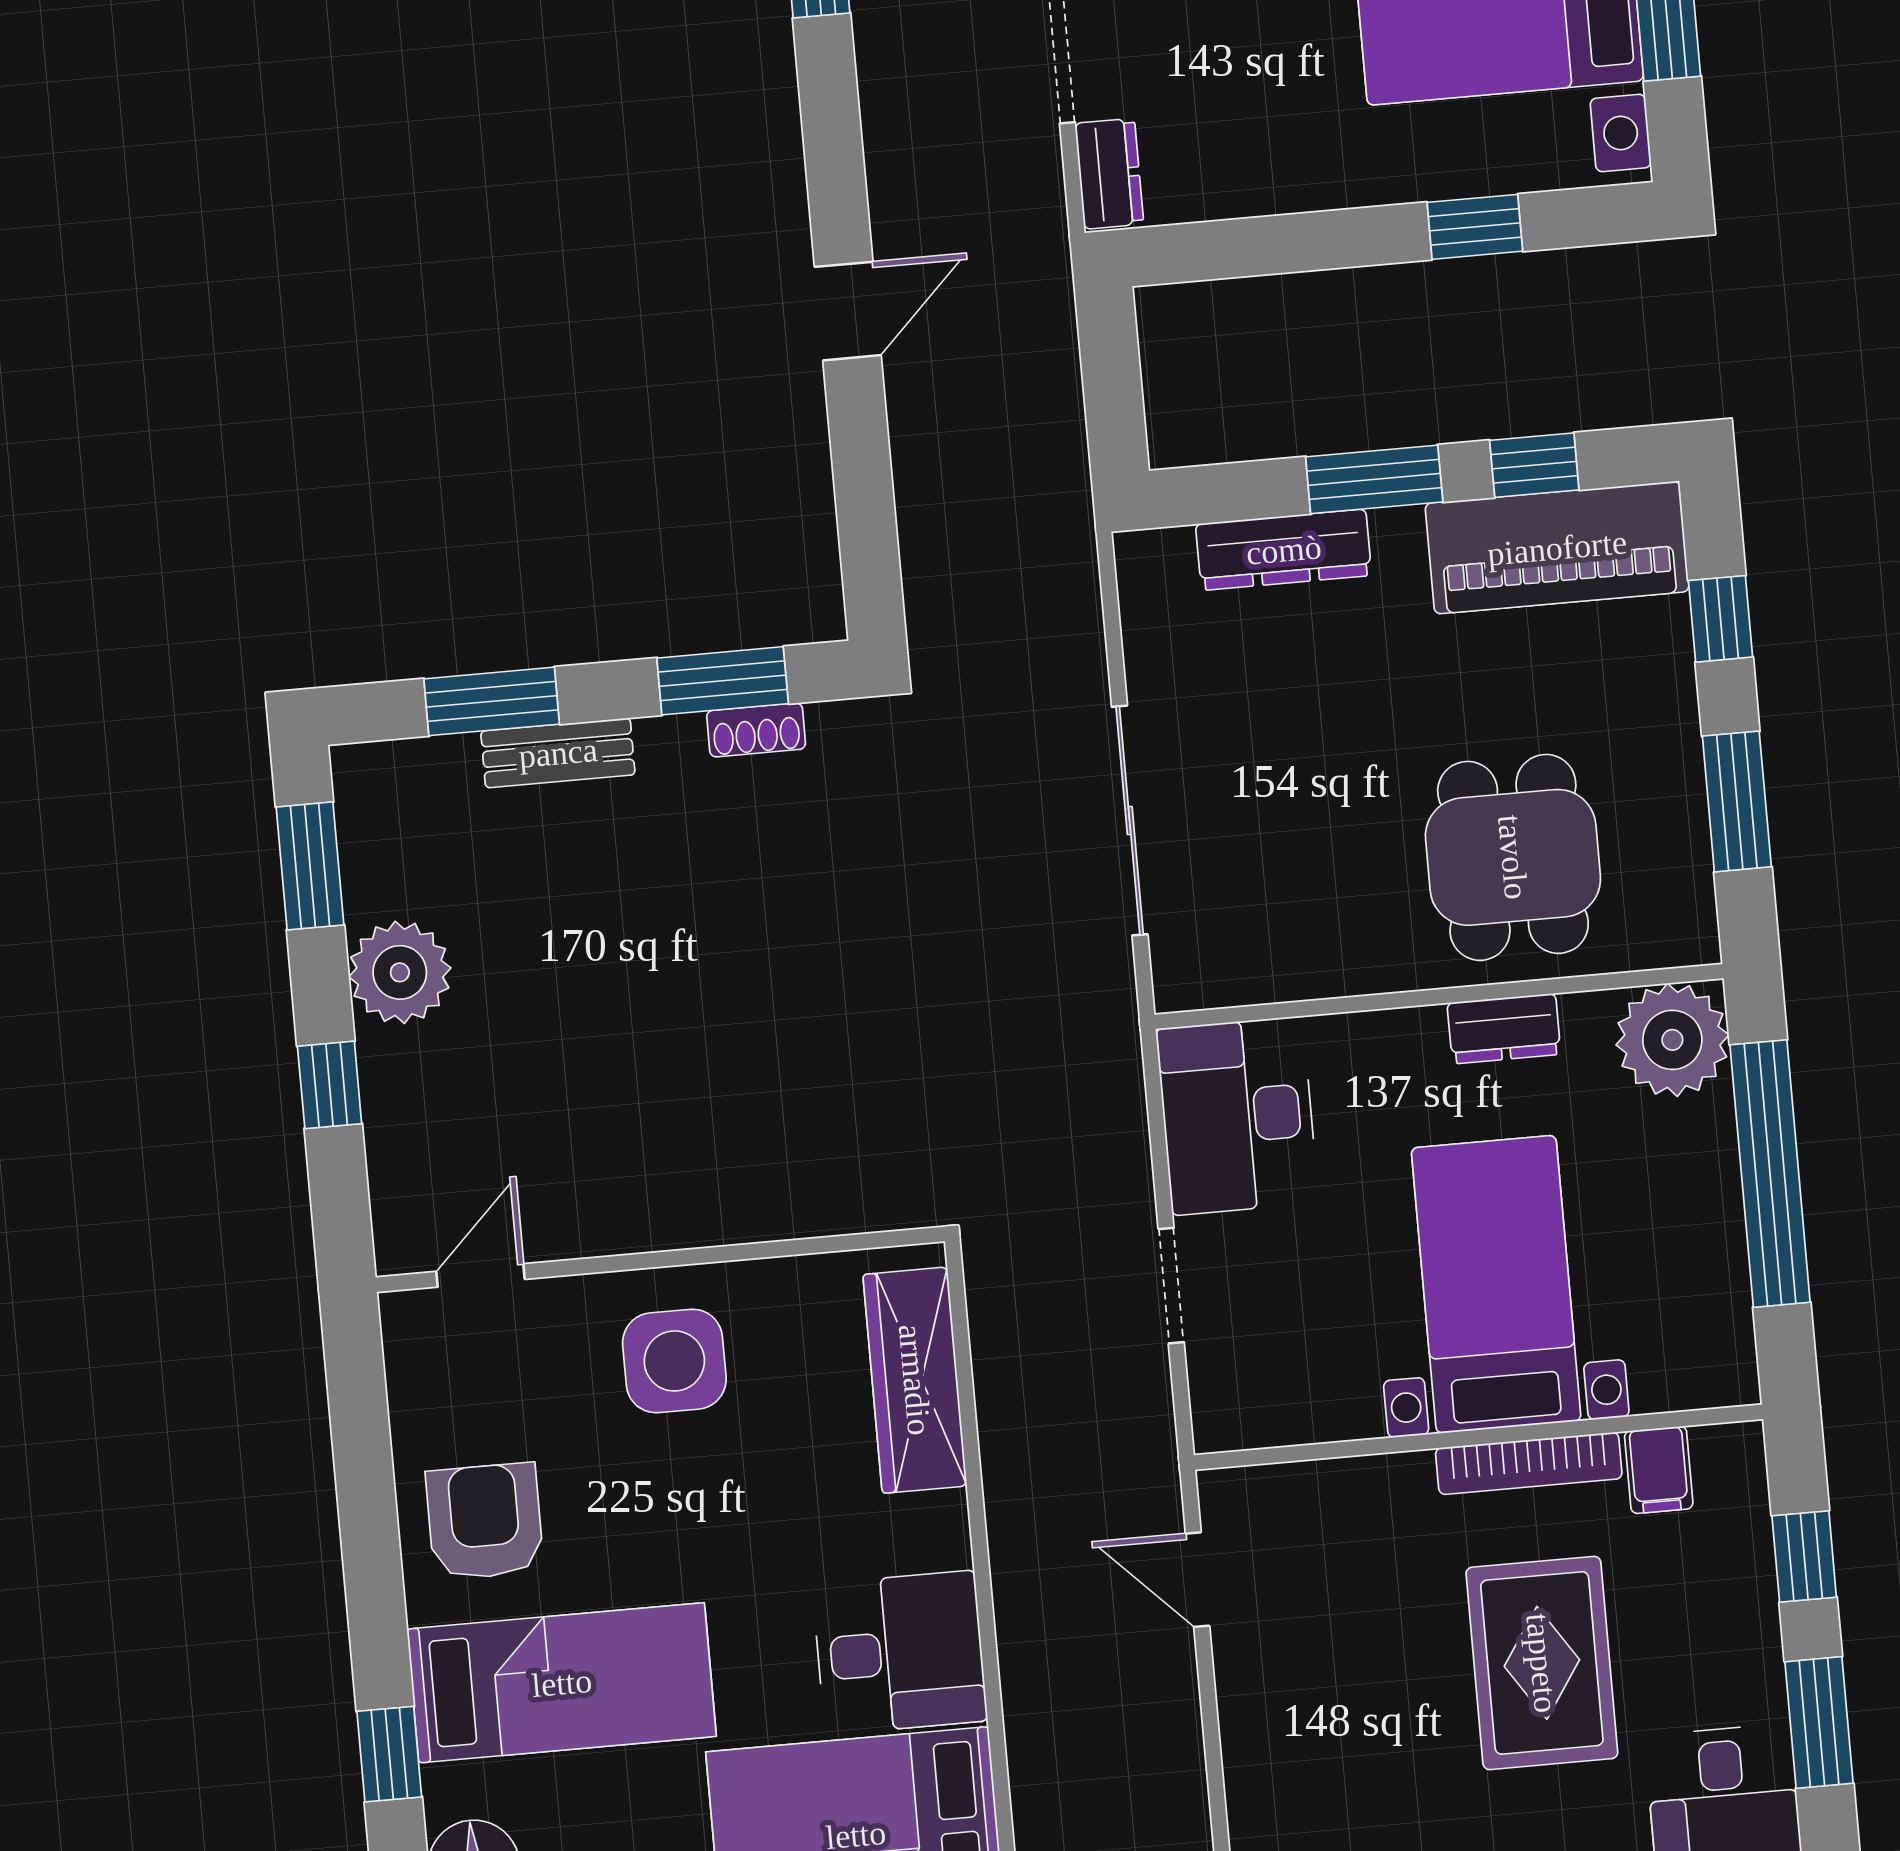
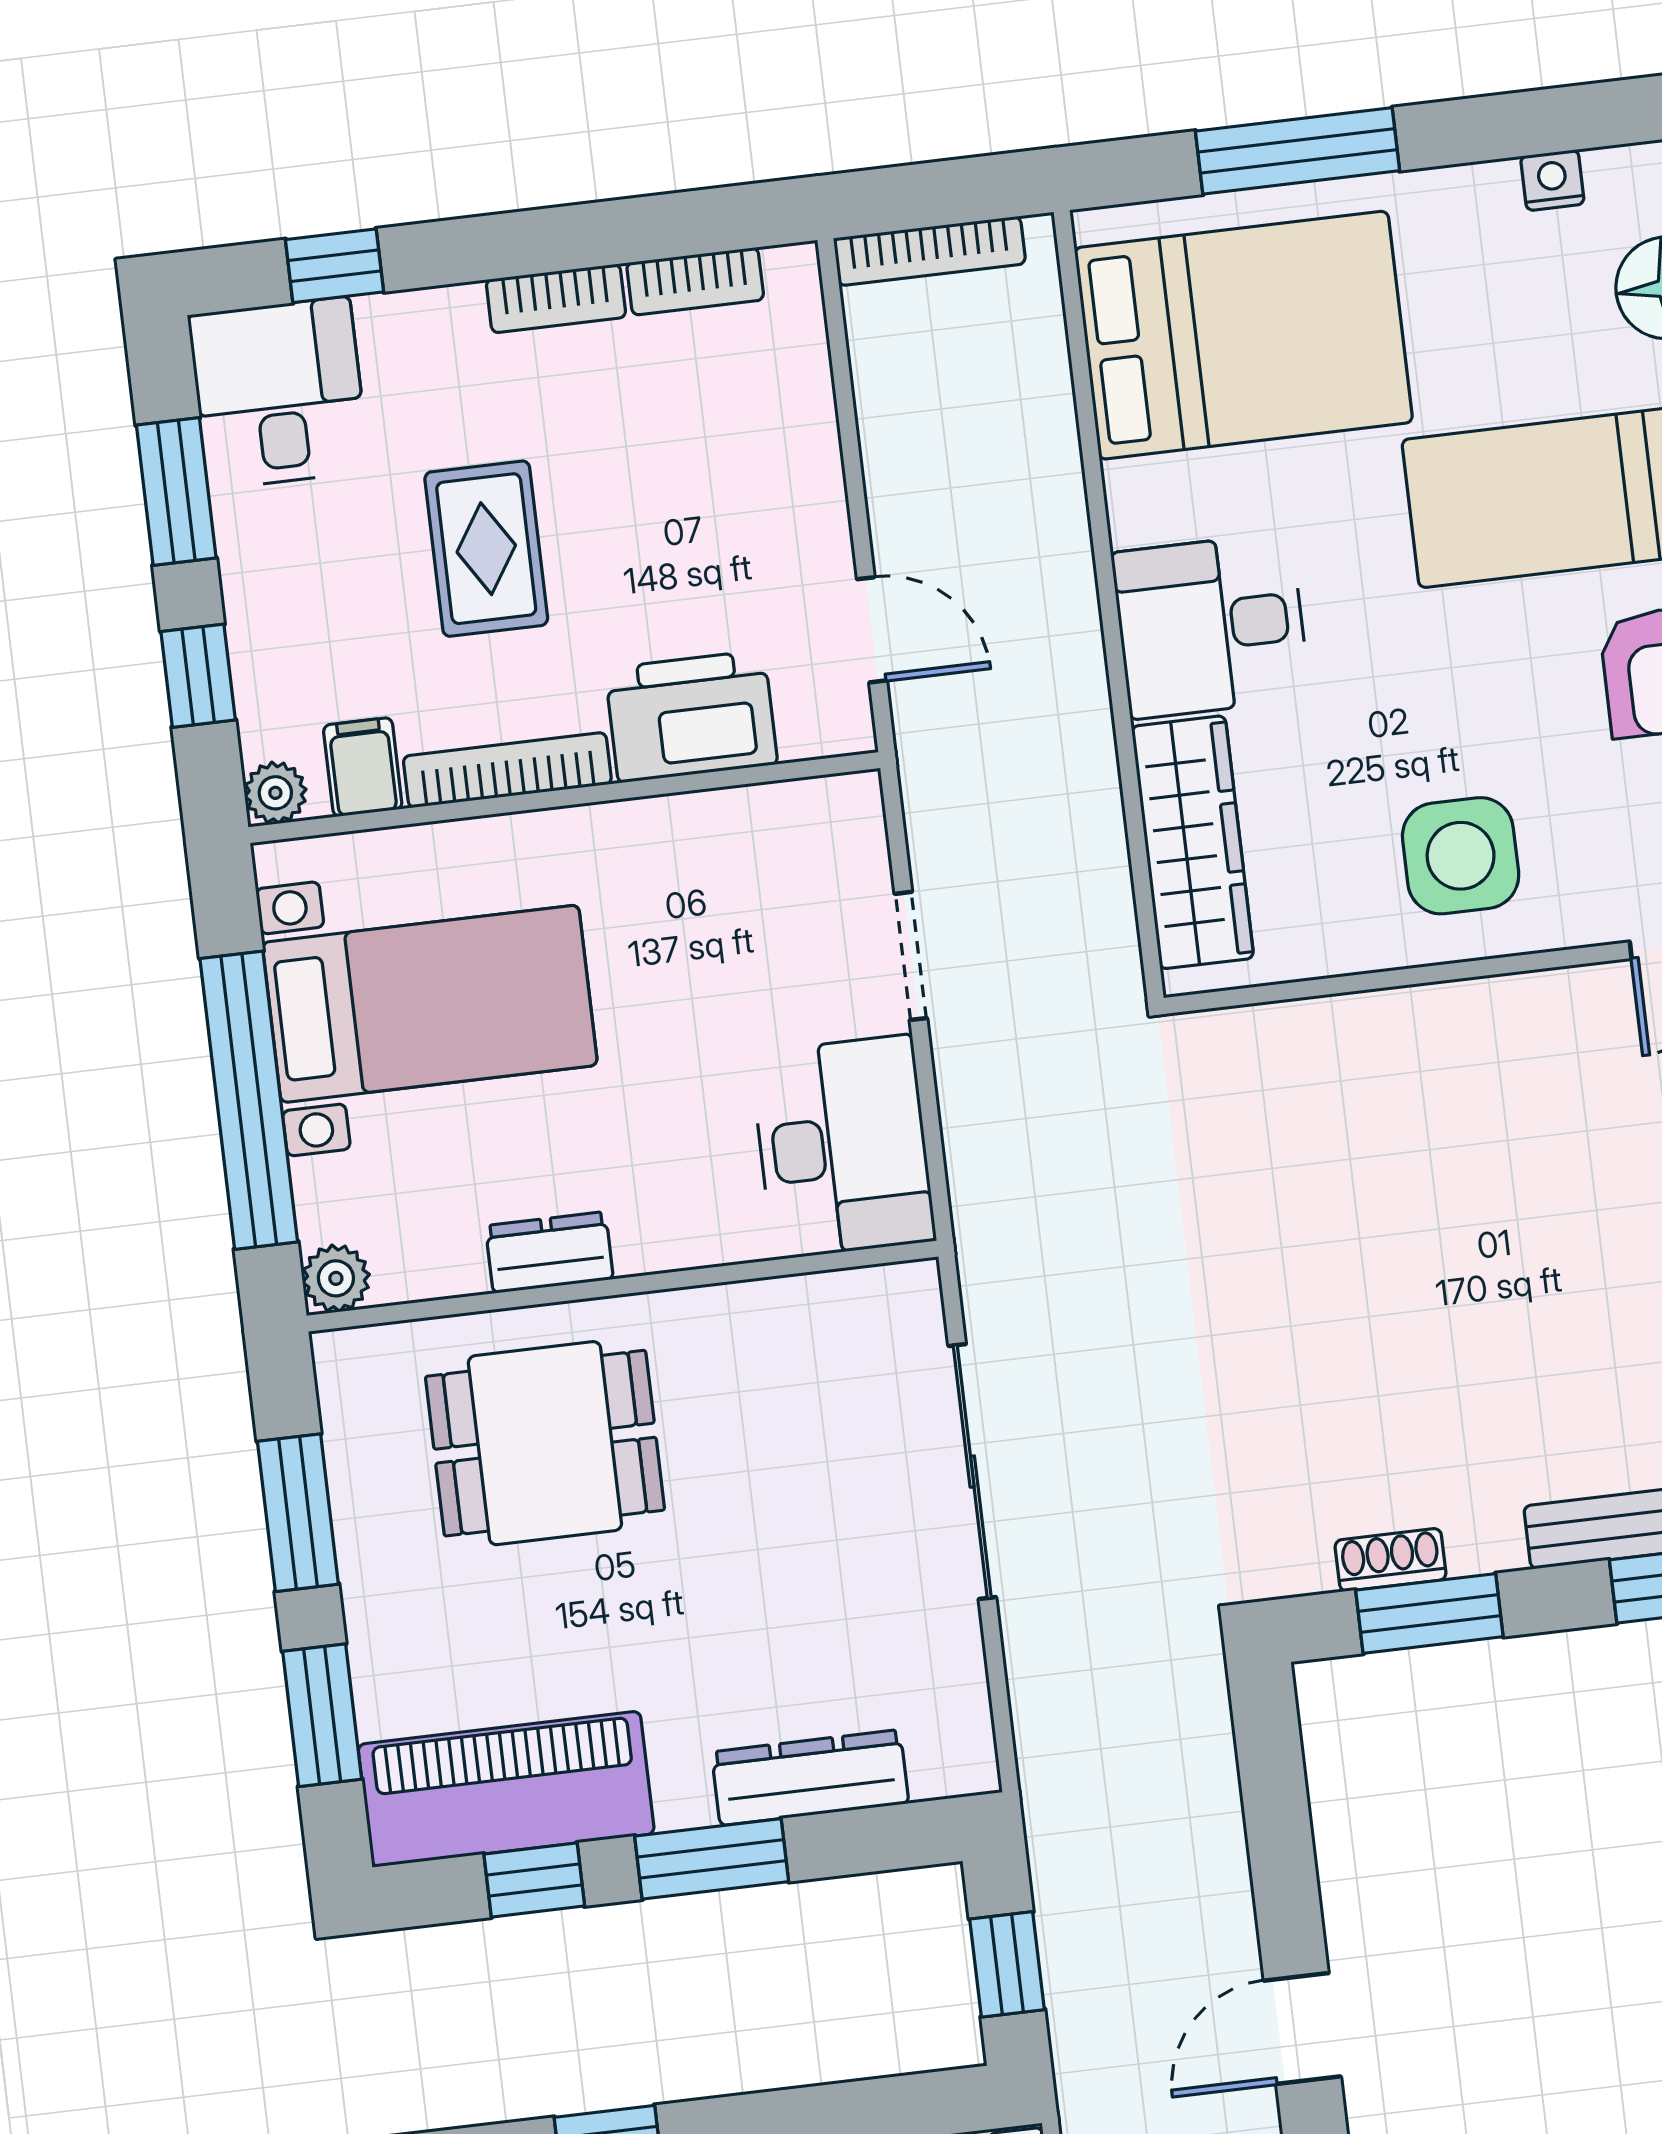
window: (1112, 377) -> (1007, 1964), added
window: (1721, 619) -> (322, 1715), width x1.50
dining table: (1513, 857) -> (545, 1443), turned 90
plant: (1672, 1040) -> (336, 1278), width x0.53, depth x0.53
bed with nightstands: (1496, 1284) -> (430, 1004), moved, turned -90
plant: (1738, 1449) -> (275, 793), added
printer: (1362, 1507) -> (691, 716), added
desk: (900, 1653) -> (1211, 626), moved
rug: (1542, 1663) -> (486, 549), width x0.73, depth x0.70

